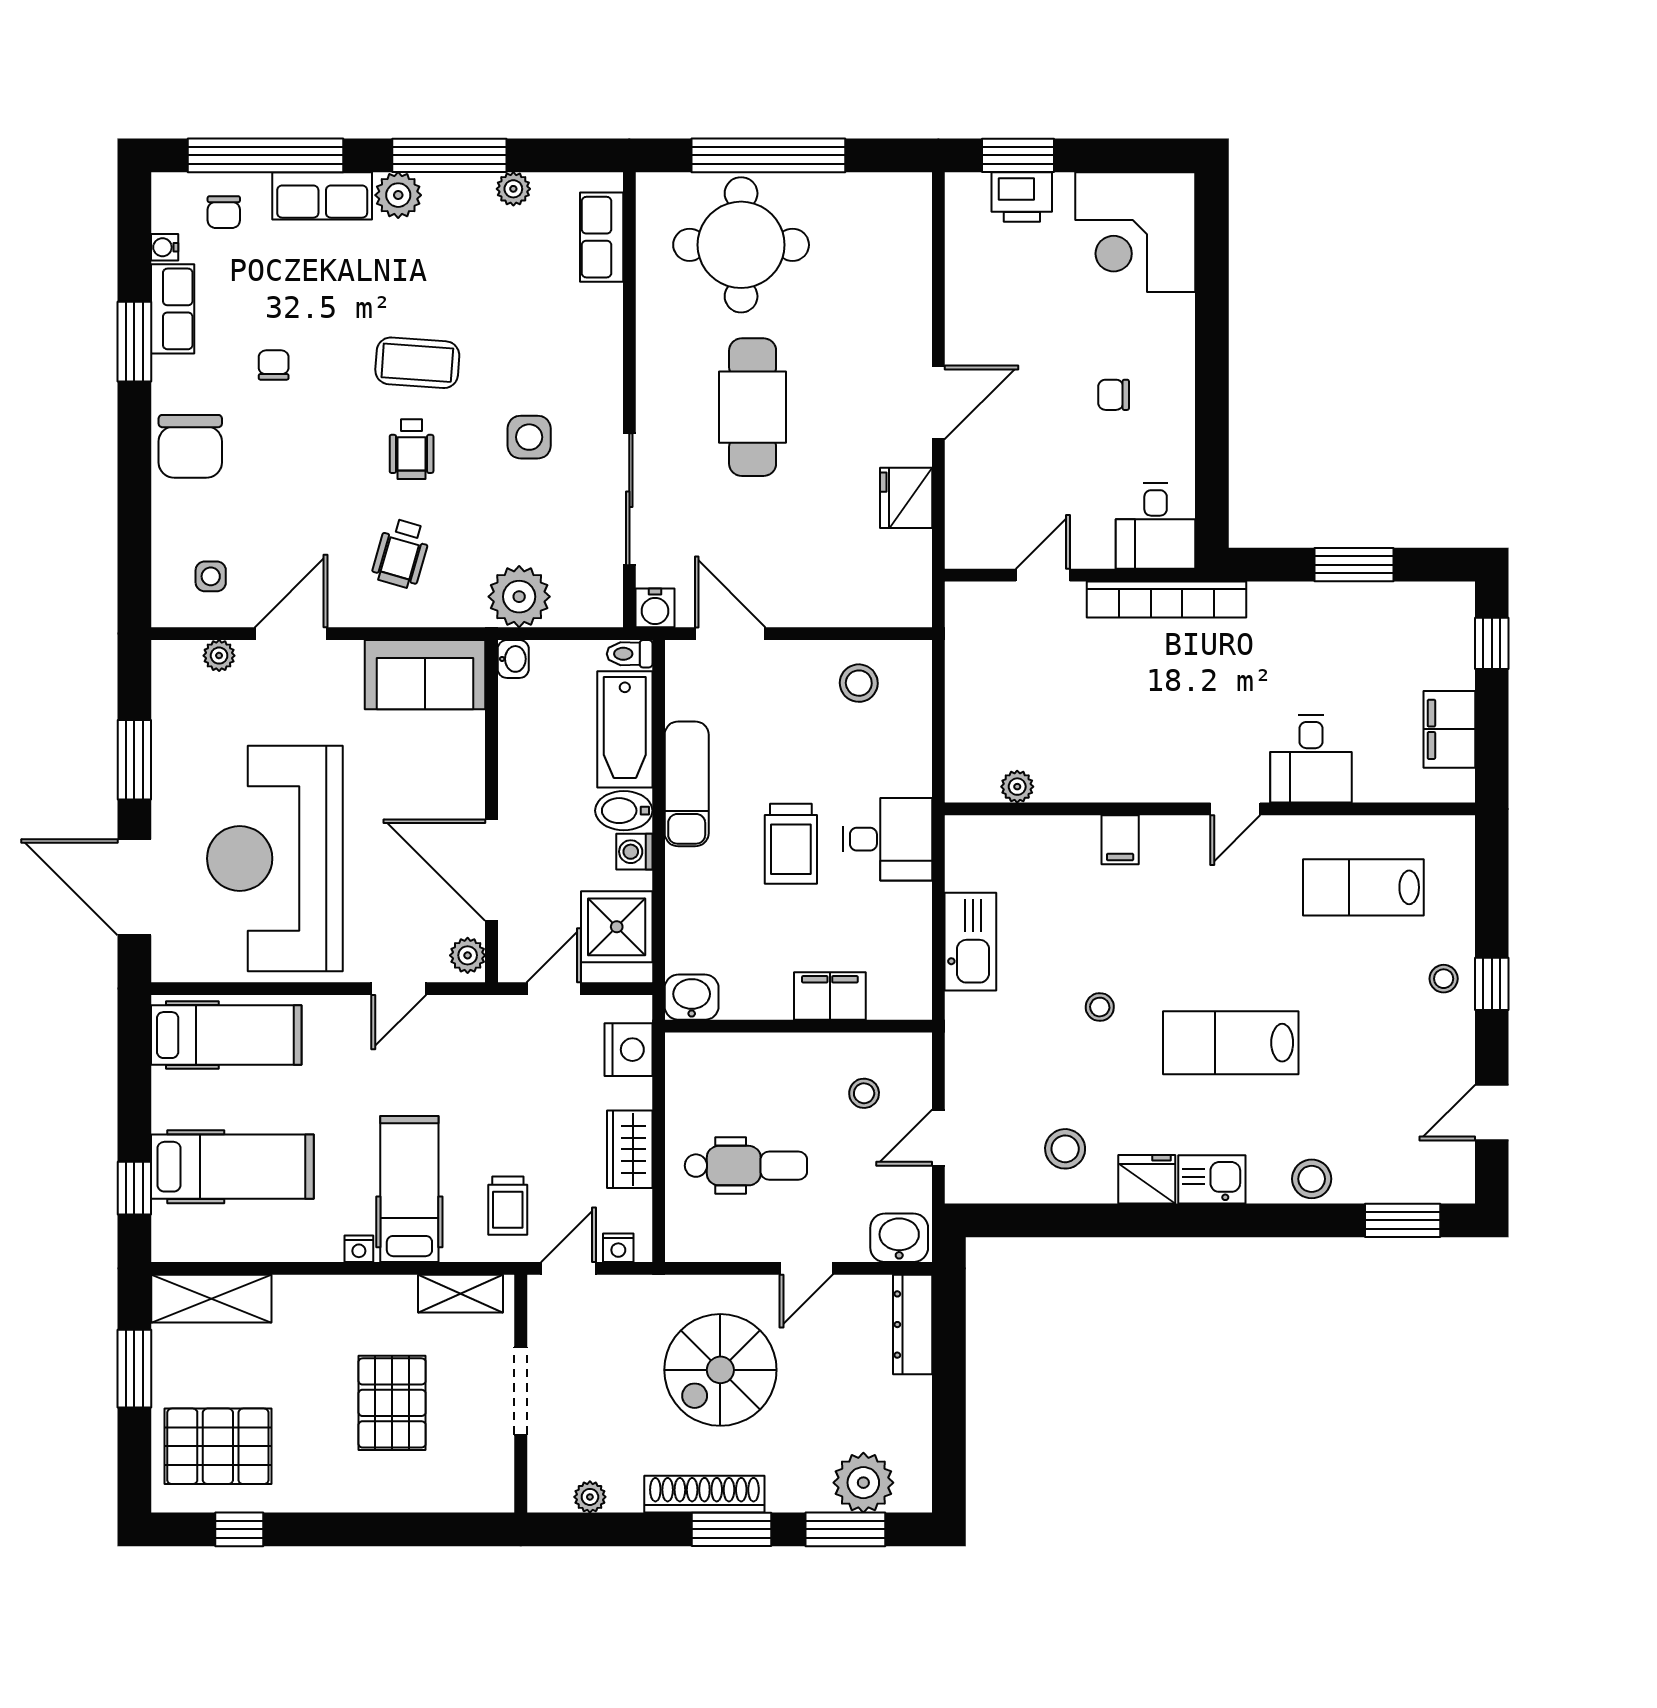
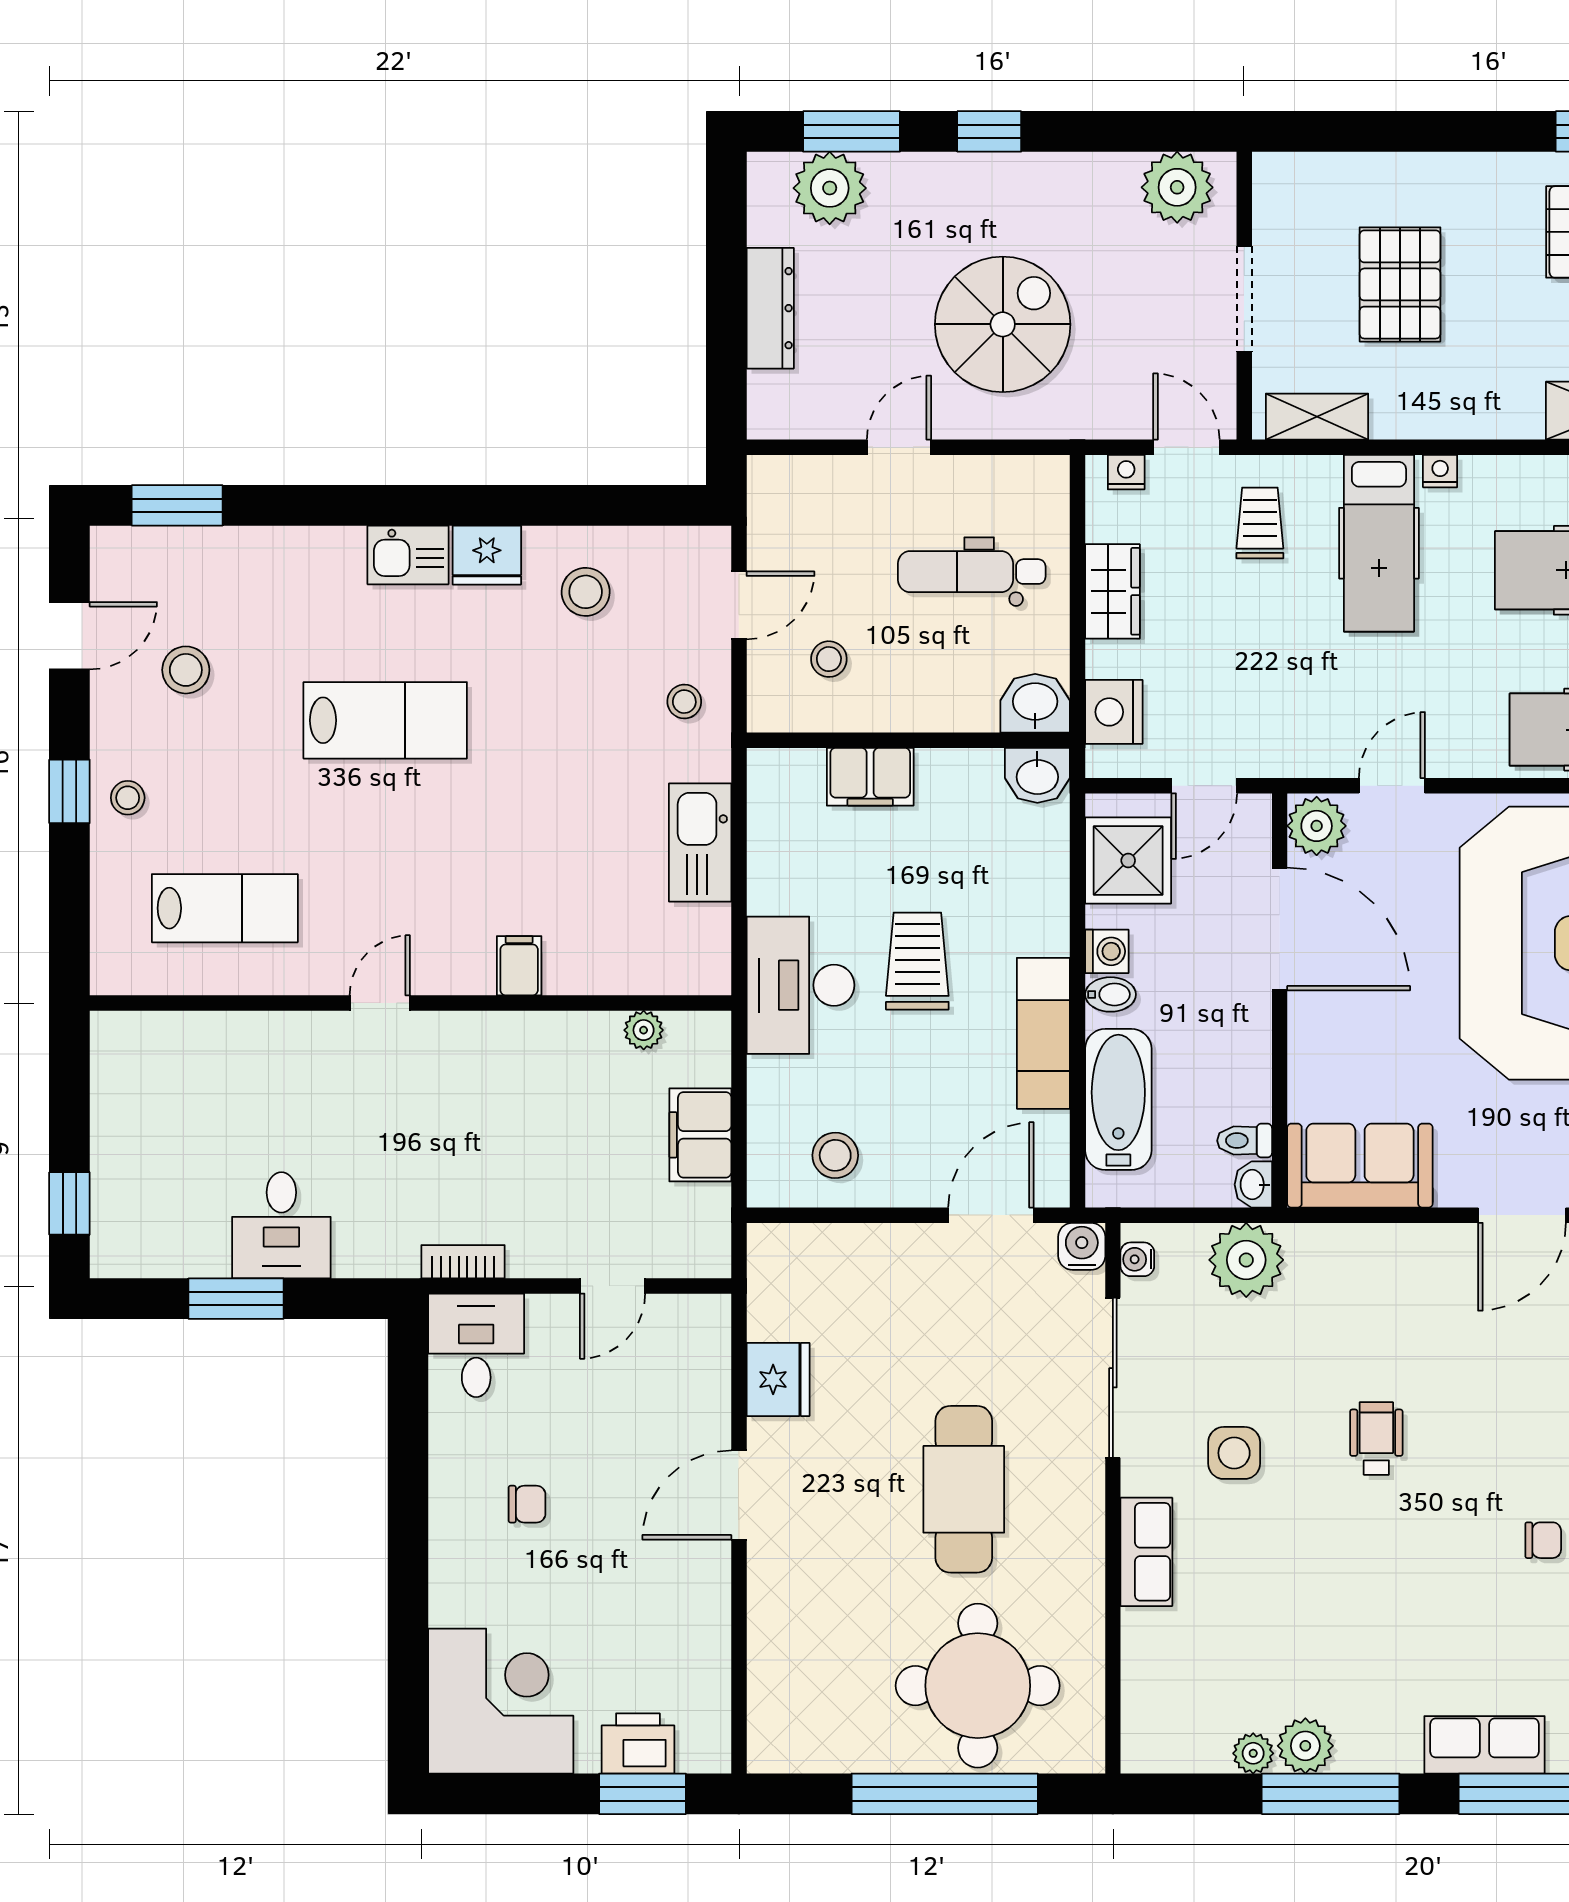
plant: (398, 195) -> (1305, 1746), moved
row of seats: (602, 237) -> (1146, 1552), moved
coffee table: (417, 363) -> (1369, 1543), removed
chair: (274, 365) -> (1543, 1540), turned -90
wheelchair: (401, 553) -> (1389, 1312), removed
water cooler: (609, 597) -> (1137, 1259), added
bookcase: (1166, 599) -> (463, 1262), width x0.43, depth x0.76
door: (730, 634) -> (991, 1215), swing flipped
toilet: (630, 654) -> (1245, 1141), moved, turned 180
filing cabinet: (1449, 729) -> (700, 1135), moved, turned 180
desk: (1311, 759) -> (281, 1225), moved, turned 180
bidet: (624, 811) -> (1110, 994), width x0.72, depth x0.74
desk: (887, 839) -> (801, 985), width x1.37
plant: (468, 955) -> (1317, 826), width x1.38, depth x1.38
stool: (1100, 1007) -> (684, 702), moved
stool: (1312, 1179) -> (186, 670), moved
washbasin: (899, 1238) -> (1035, 703), moved, turned 180
door: (569, 1268) -> (1186, 447), swing flipped
dresser: (913, 1325) -> (770, 308), moved
shoe rack: (704, 1494) -> (1022, 174), removed
plant: (590, 1497) -> (1177, 187), width x1.88, depth x1.88
window: (732, 1529) -> (989, 131), width x0.67

